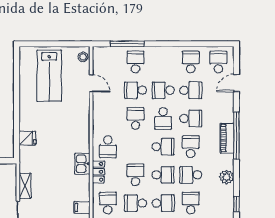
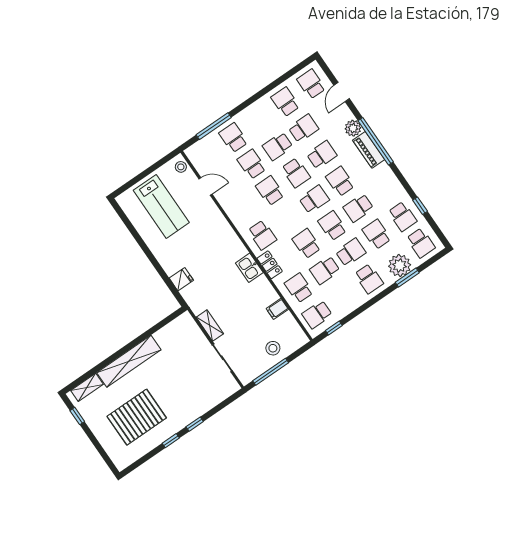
school desk: (135, 90) -> (252, 164), turned 90
school desk: (163, 175) -> (332, 226), turned -90
plant: (227, 177) -> (353, 128), moved
school desk: (218, 203) -> (403, 216), added

